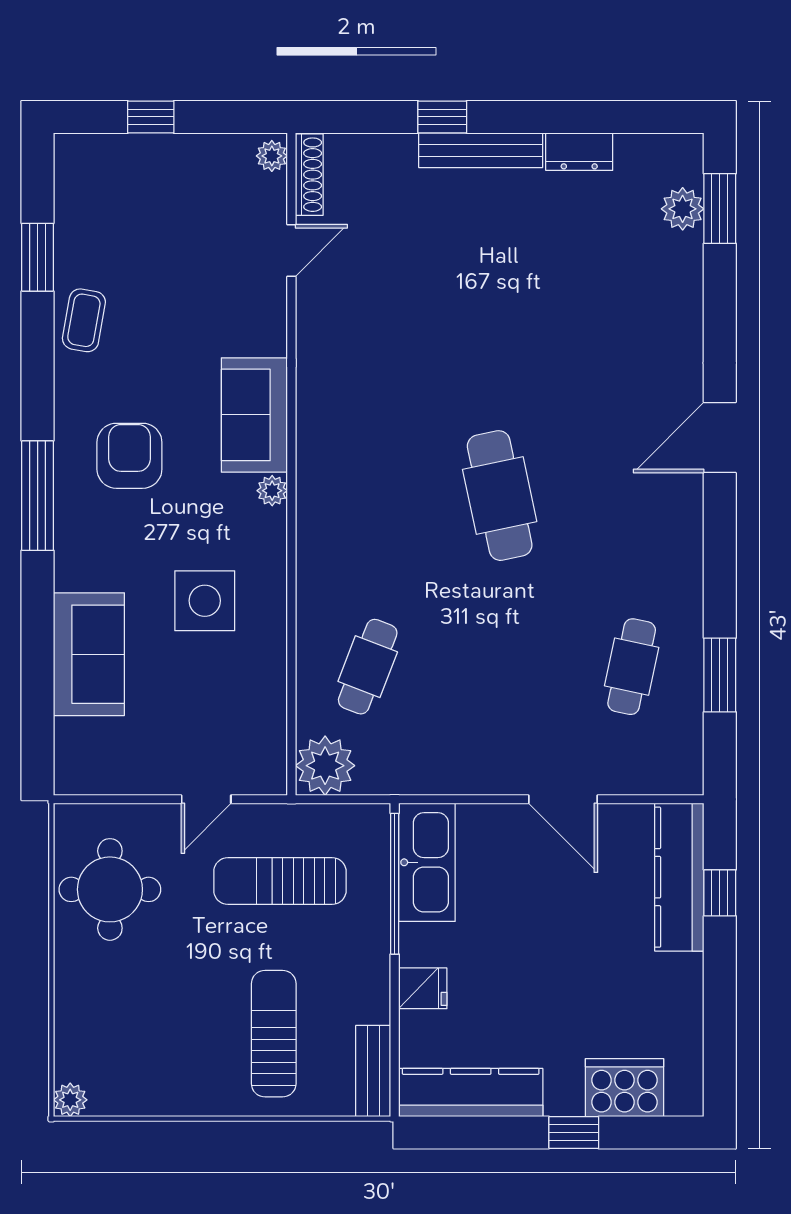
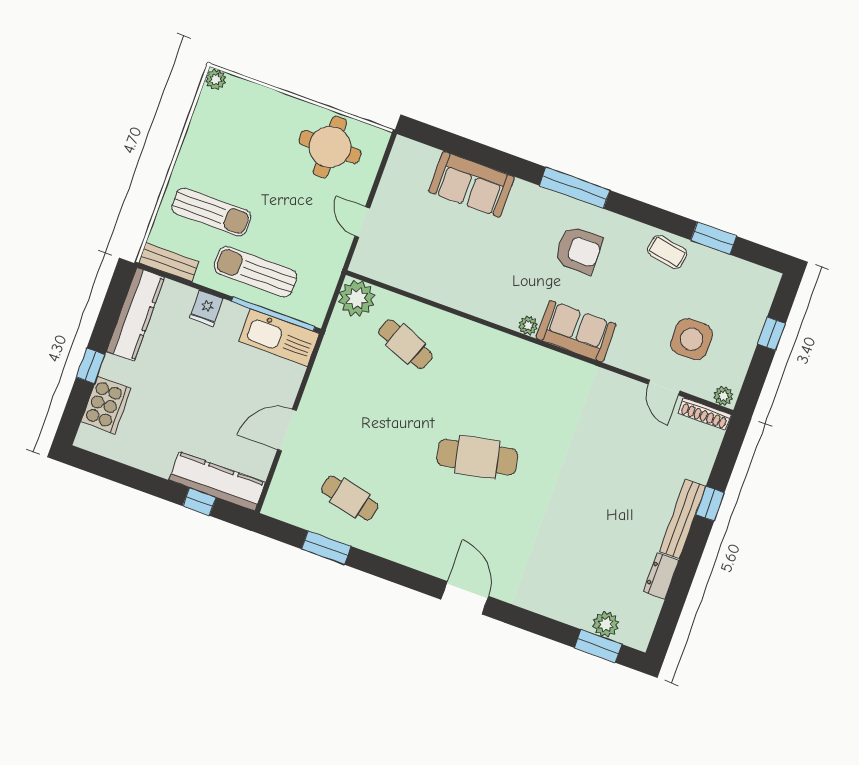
side table: (205, 601) -> (692, 339), moved
sun lounger: (280, 881) -> (255, 272), moved, turned -90

